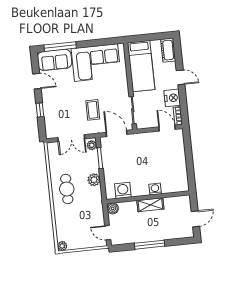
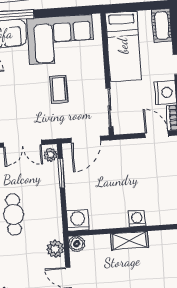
coffee table: (93, 110) -> (59, 89), moved
door: (117, 133) -> (86, 139), swing flipped
plant: (94, 180) -> (55, 249), moved
washing machine: (123, 190) -> (78, 220), moved

